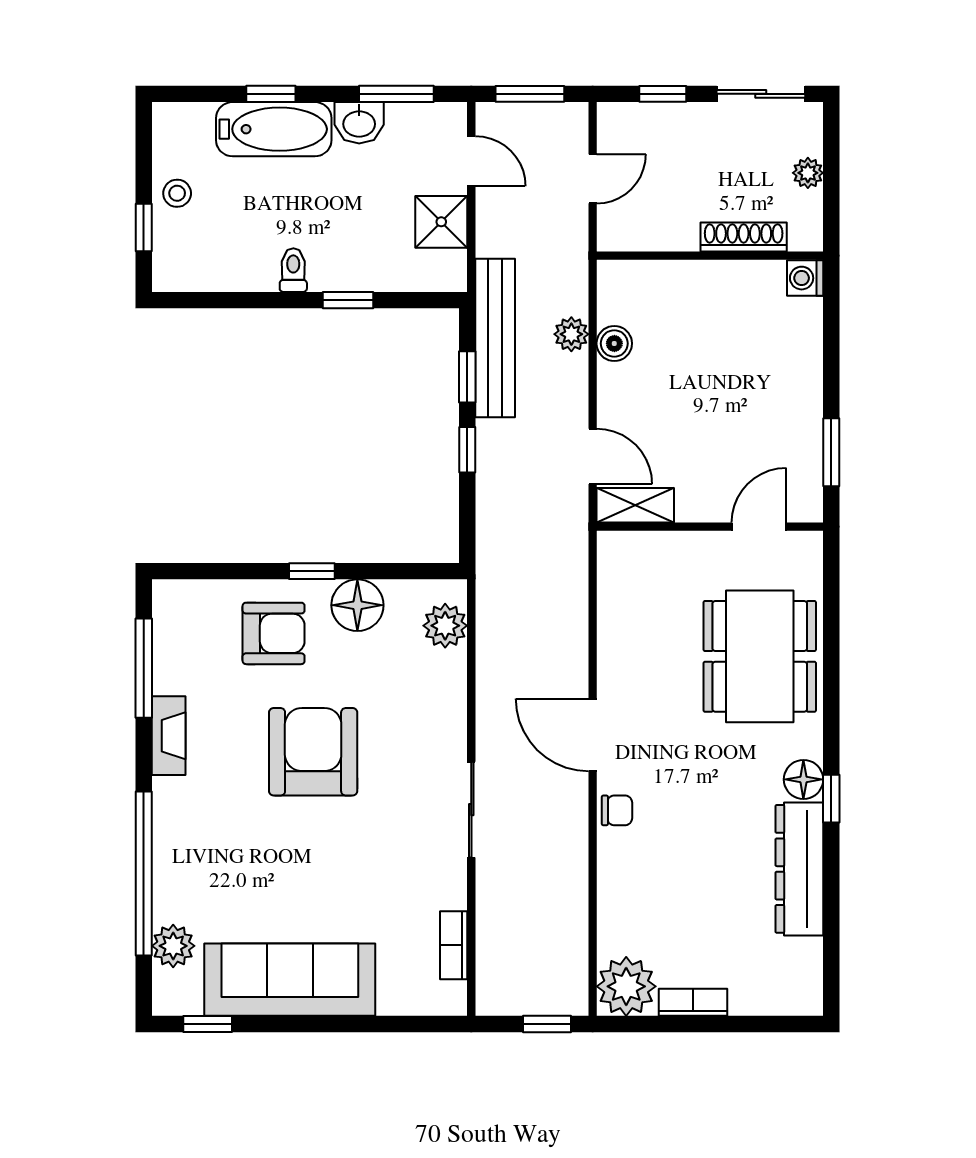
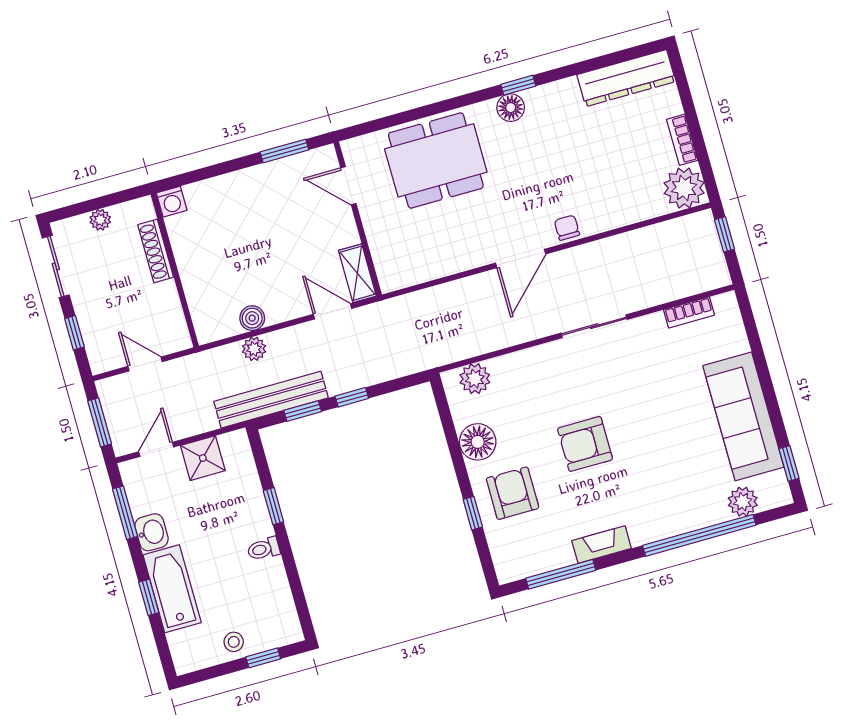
door: (593, 456) -> (332, 311), hinge flipped
window: (312, 571) -> (473, 513), moved
armchair: (313, 752) -> (585, 444), width x0.73, depth x0.73
dresser: (799, 869) -> (626, 78), moved

